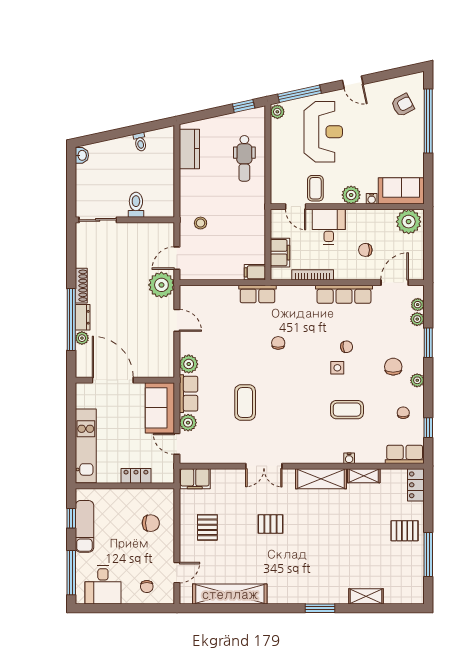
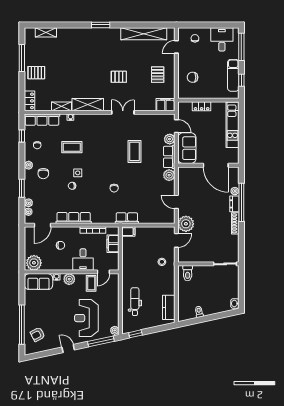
toilet: (136, 205) -> (188, 273), moved
door: (296, 207) -> (103, 272), swing flipped
row of seats: (405, 454) -> (42, 120), width x1.48
shelving: (366, 596) -> (46, 32), moved
window: (320, 608) -> (101, 25), moved

